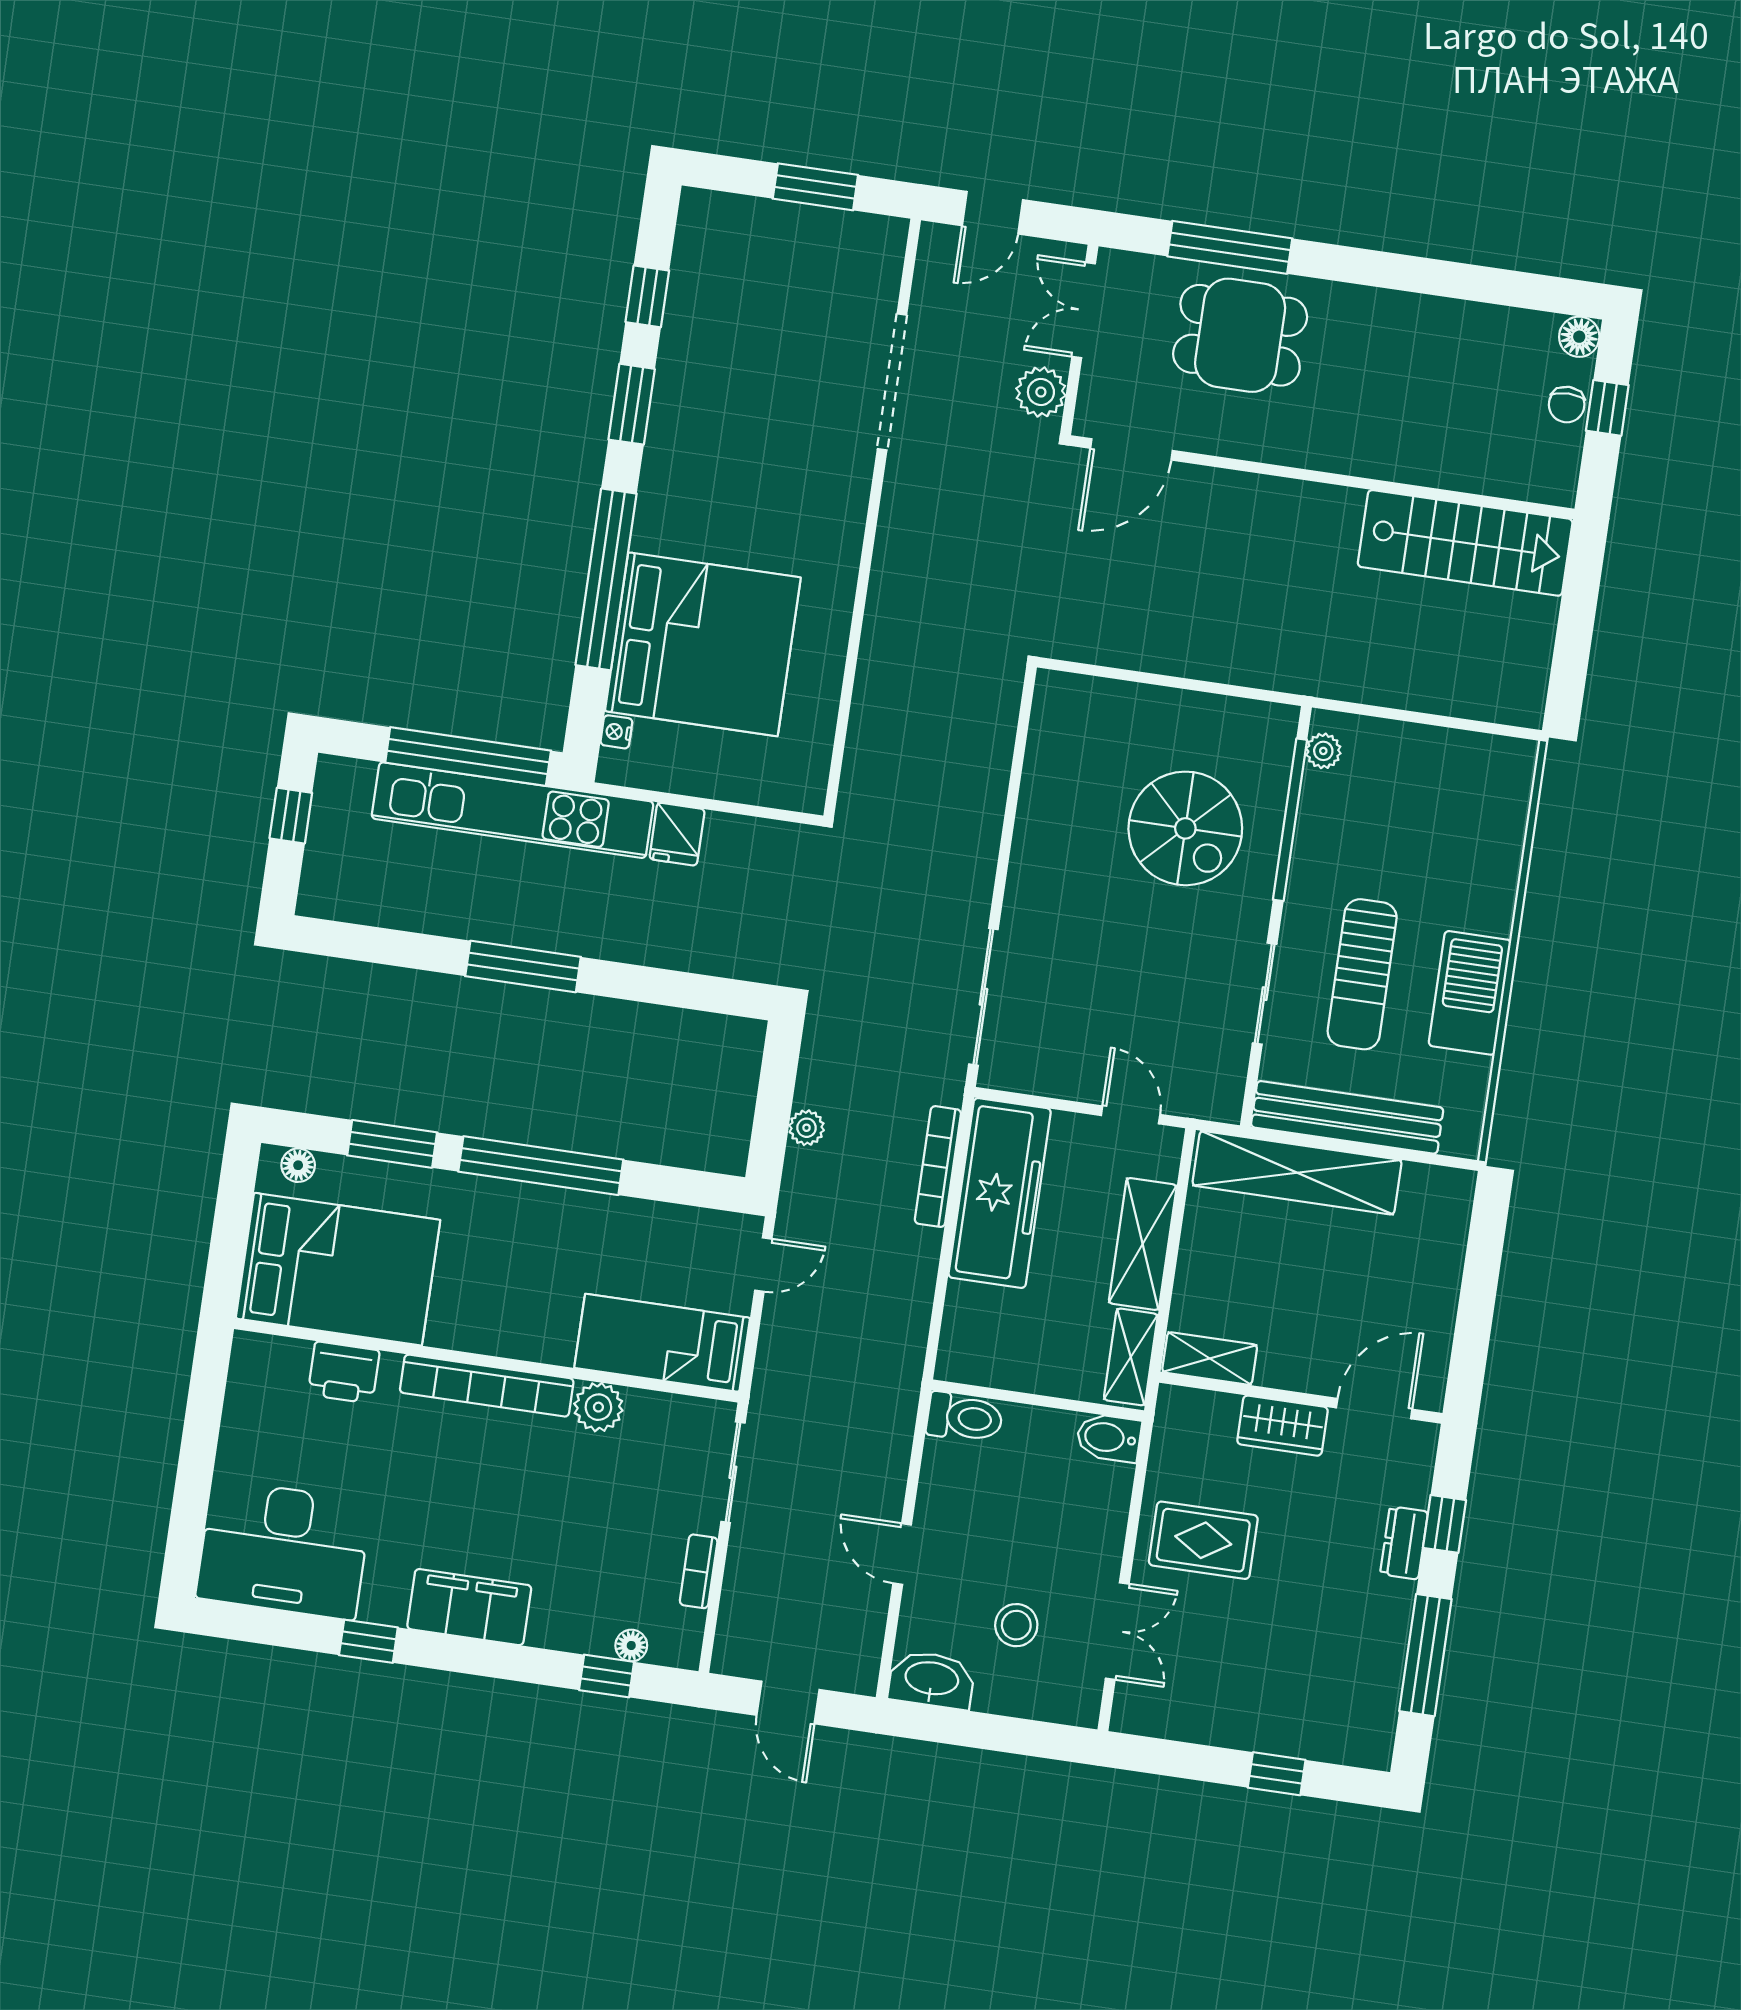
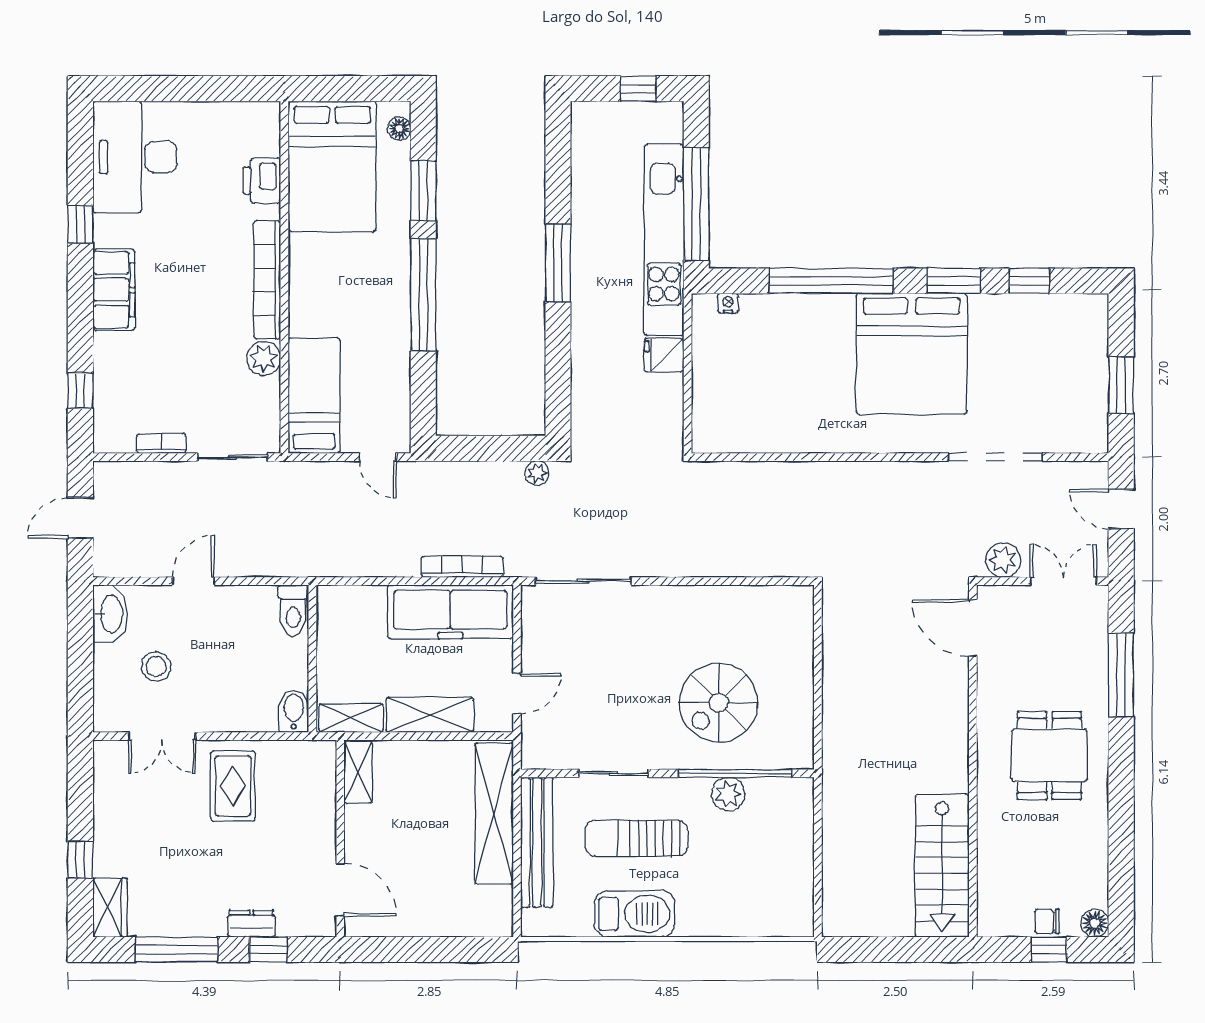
dining table: (1240, 335) -> (1049, 755), moved
bed: (703, 644) -> (912, 354), moved
plant: (1323, 751) -> (728, 794), moved, width x1.38, depth x1.38
plant: (807, 1128) -> (537, 473), moved
wardrobe: (1282, 1426) -> (110, 908), moved, turned 180
floor lamp: (631, 1646) -> (104, 405), removed

